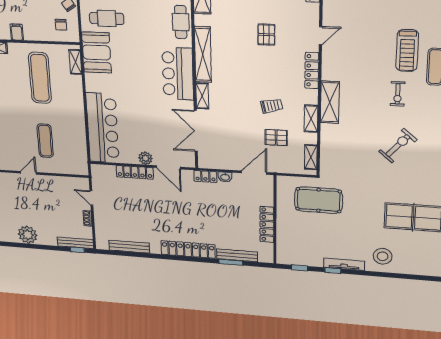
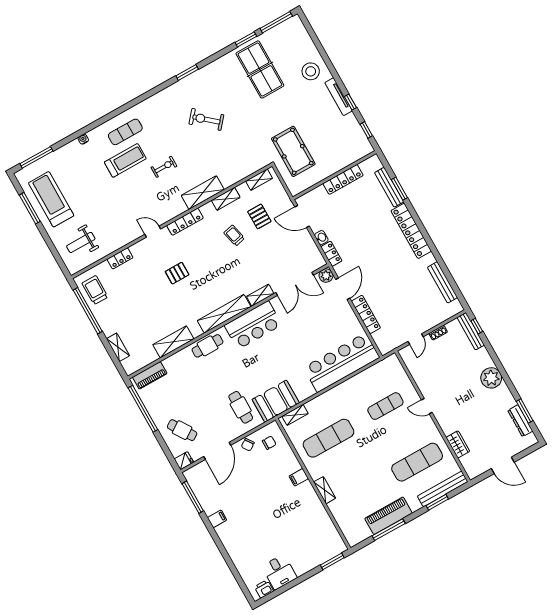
exercise bike: (398, 94) -> (164, 167), moved
plant: (145, 158) -> (326, 276), moved

